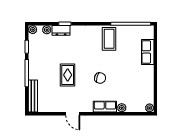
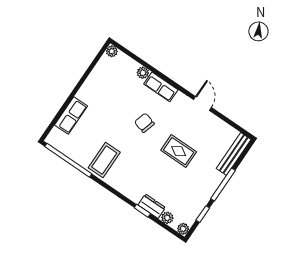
rug: (68, 75) -> (179, 151), turned 90

